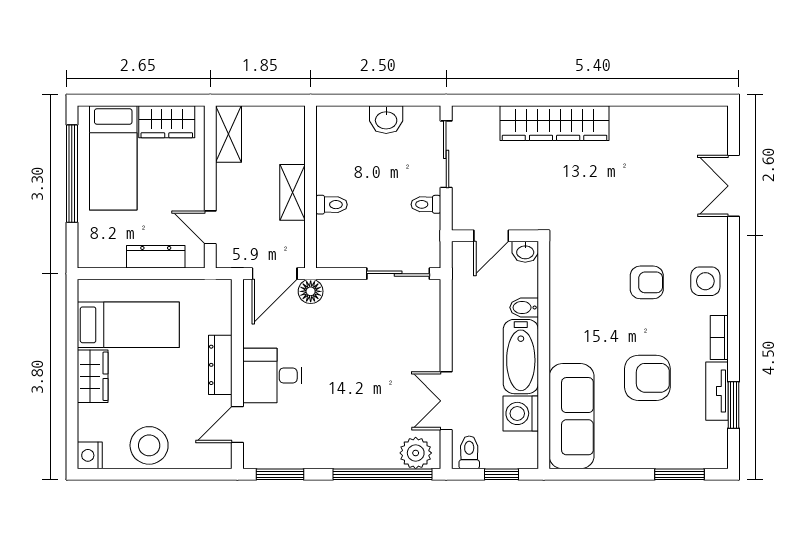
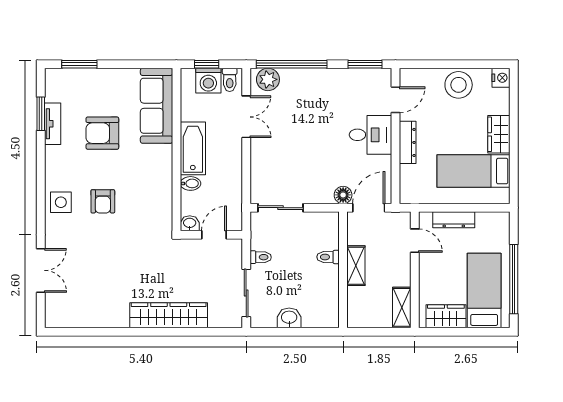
armchair: (647, 282) -> (103, 201), turned -90
bookcase: (719, 337) -> (51, 162), removed
washing machine: (521, 413) -> (208, 81), moved, turned 90

